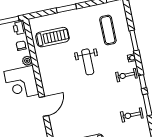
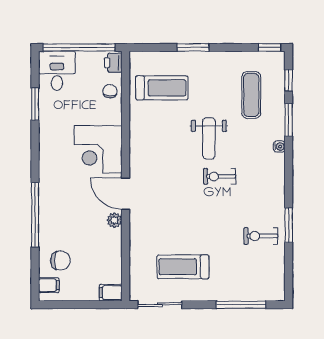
plant: (27, 61) -> (114, 220), moved
exercise bike: (126, 75) -> (220, 176), moved
window: (143, 82) -> (289, 80), moved
door: (44, 106) -> (126, 194), swing flipped

